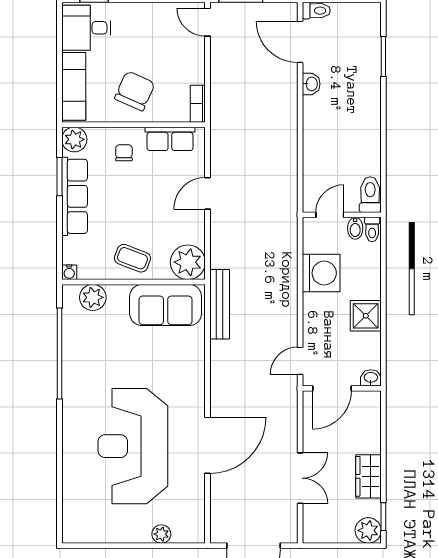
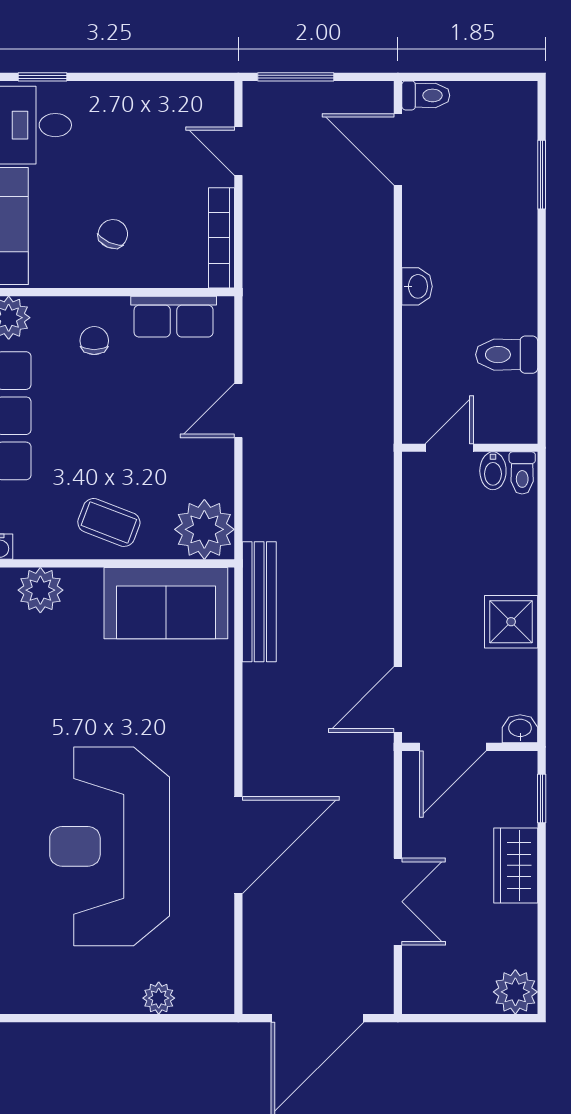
door: (208, 22) -> (238, 151), moved
washbasin: (311, 84) -> (417, 286), moved
chair: (135, 91) -> (113, 234), width x0.54, depth x0.54
bookcase: (198, 104) -> (222, 238), width x1.56
toilet: (370, 195) -> (507, 355), moved, turned -90
washing machine: (321, 273) -> (434, 548), removed
door: (300, 361) -> (398, 700), width x1.37
wardrobe: (368, 476) -> (516, 865), moved
window: (383, 517) -> (542, 798), moved

